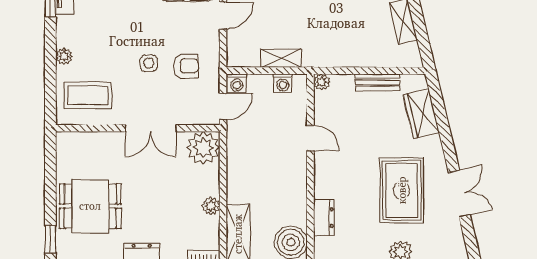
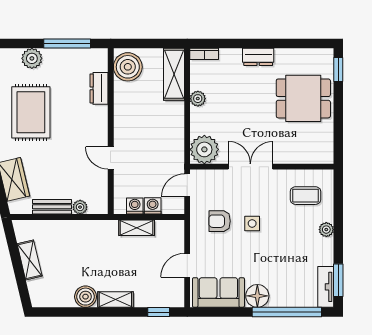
plant: (322, 82) -> (80, 207), moved
washing machine: (237, 83) -> (153, 206), moved
coffee table: (88, 95) -> (306, 196), width x0.73, depth x0.77

